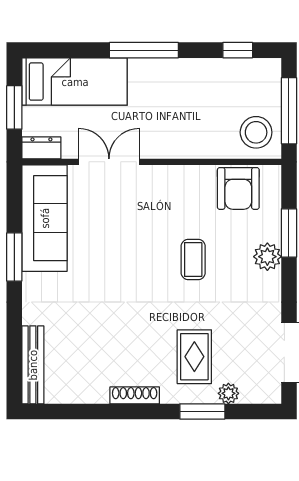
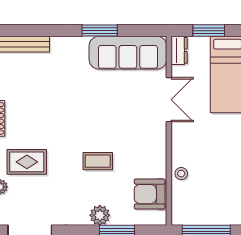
stool: (256, 132) -> (181, 174), moved, width x0.53, depth x0.53

